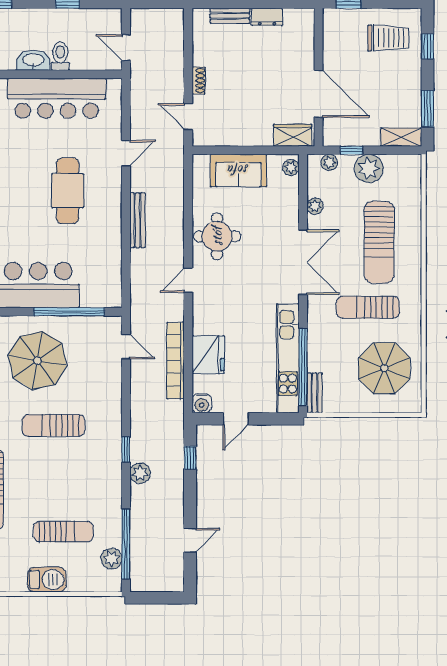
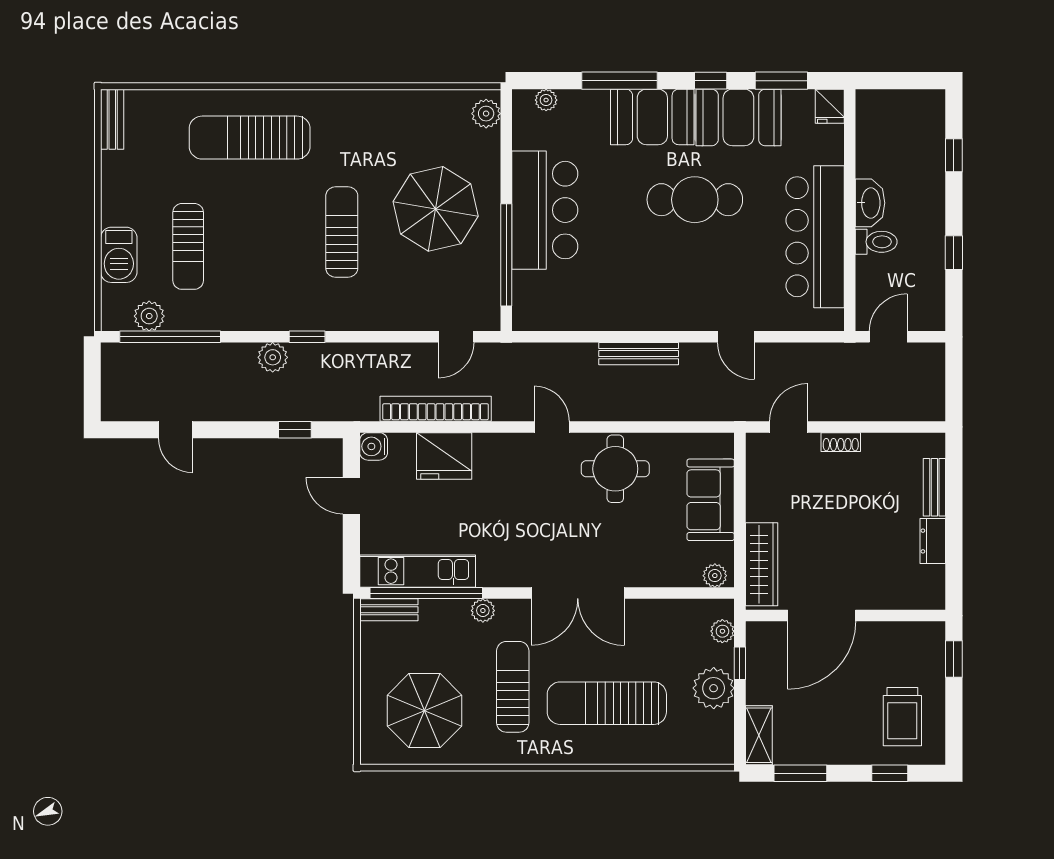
wardrobe: (293, 135) -> (762, 564), width x1.50
cafe table: (68, 191) -> (695, 200), moved
plant: (315, 206) -> (483, 611), moved
kitchen unit: (288, 358) -> (418, 571), width x0.73
barbecue: (47, 580) -> (119, 255), moved

